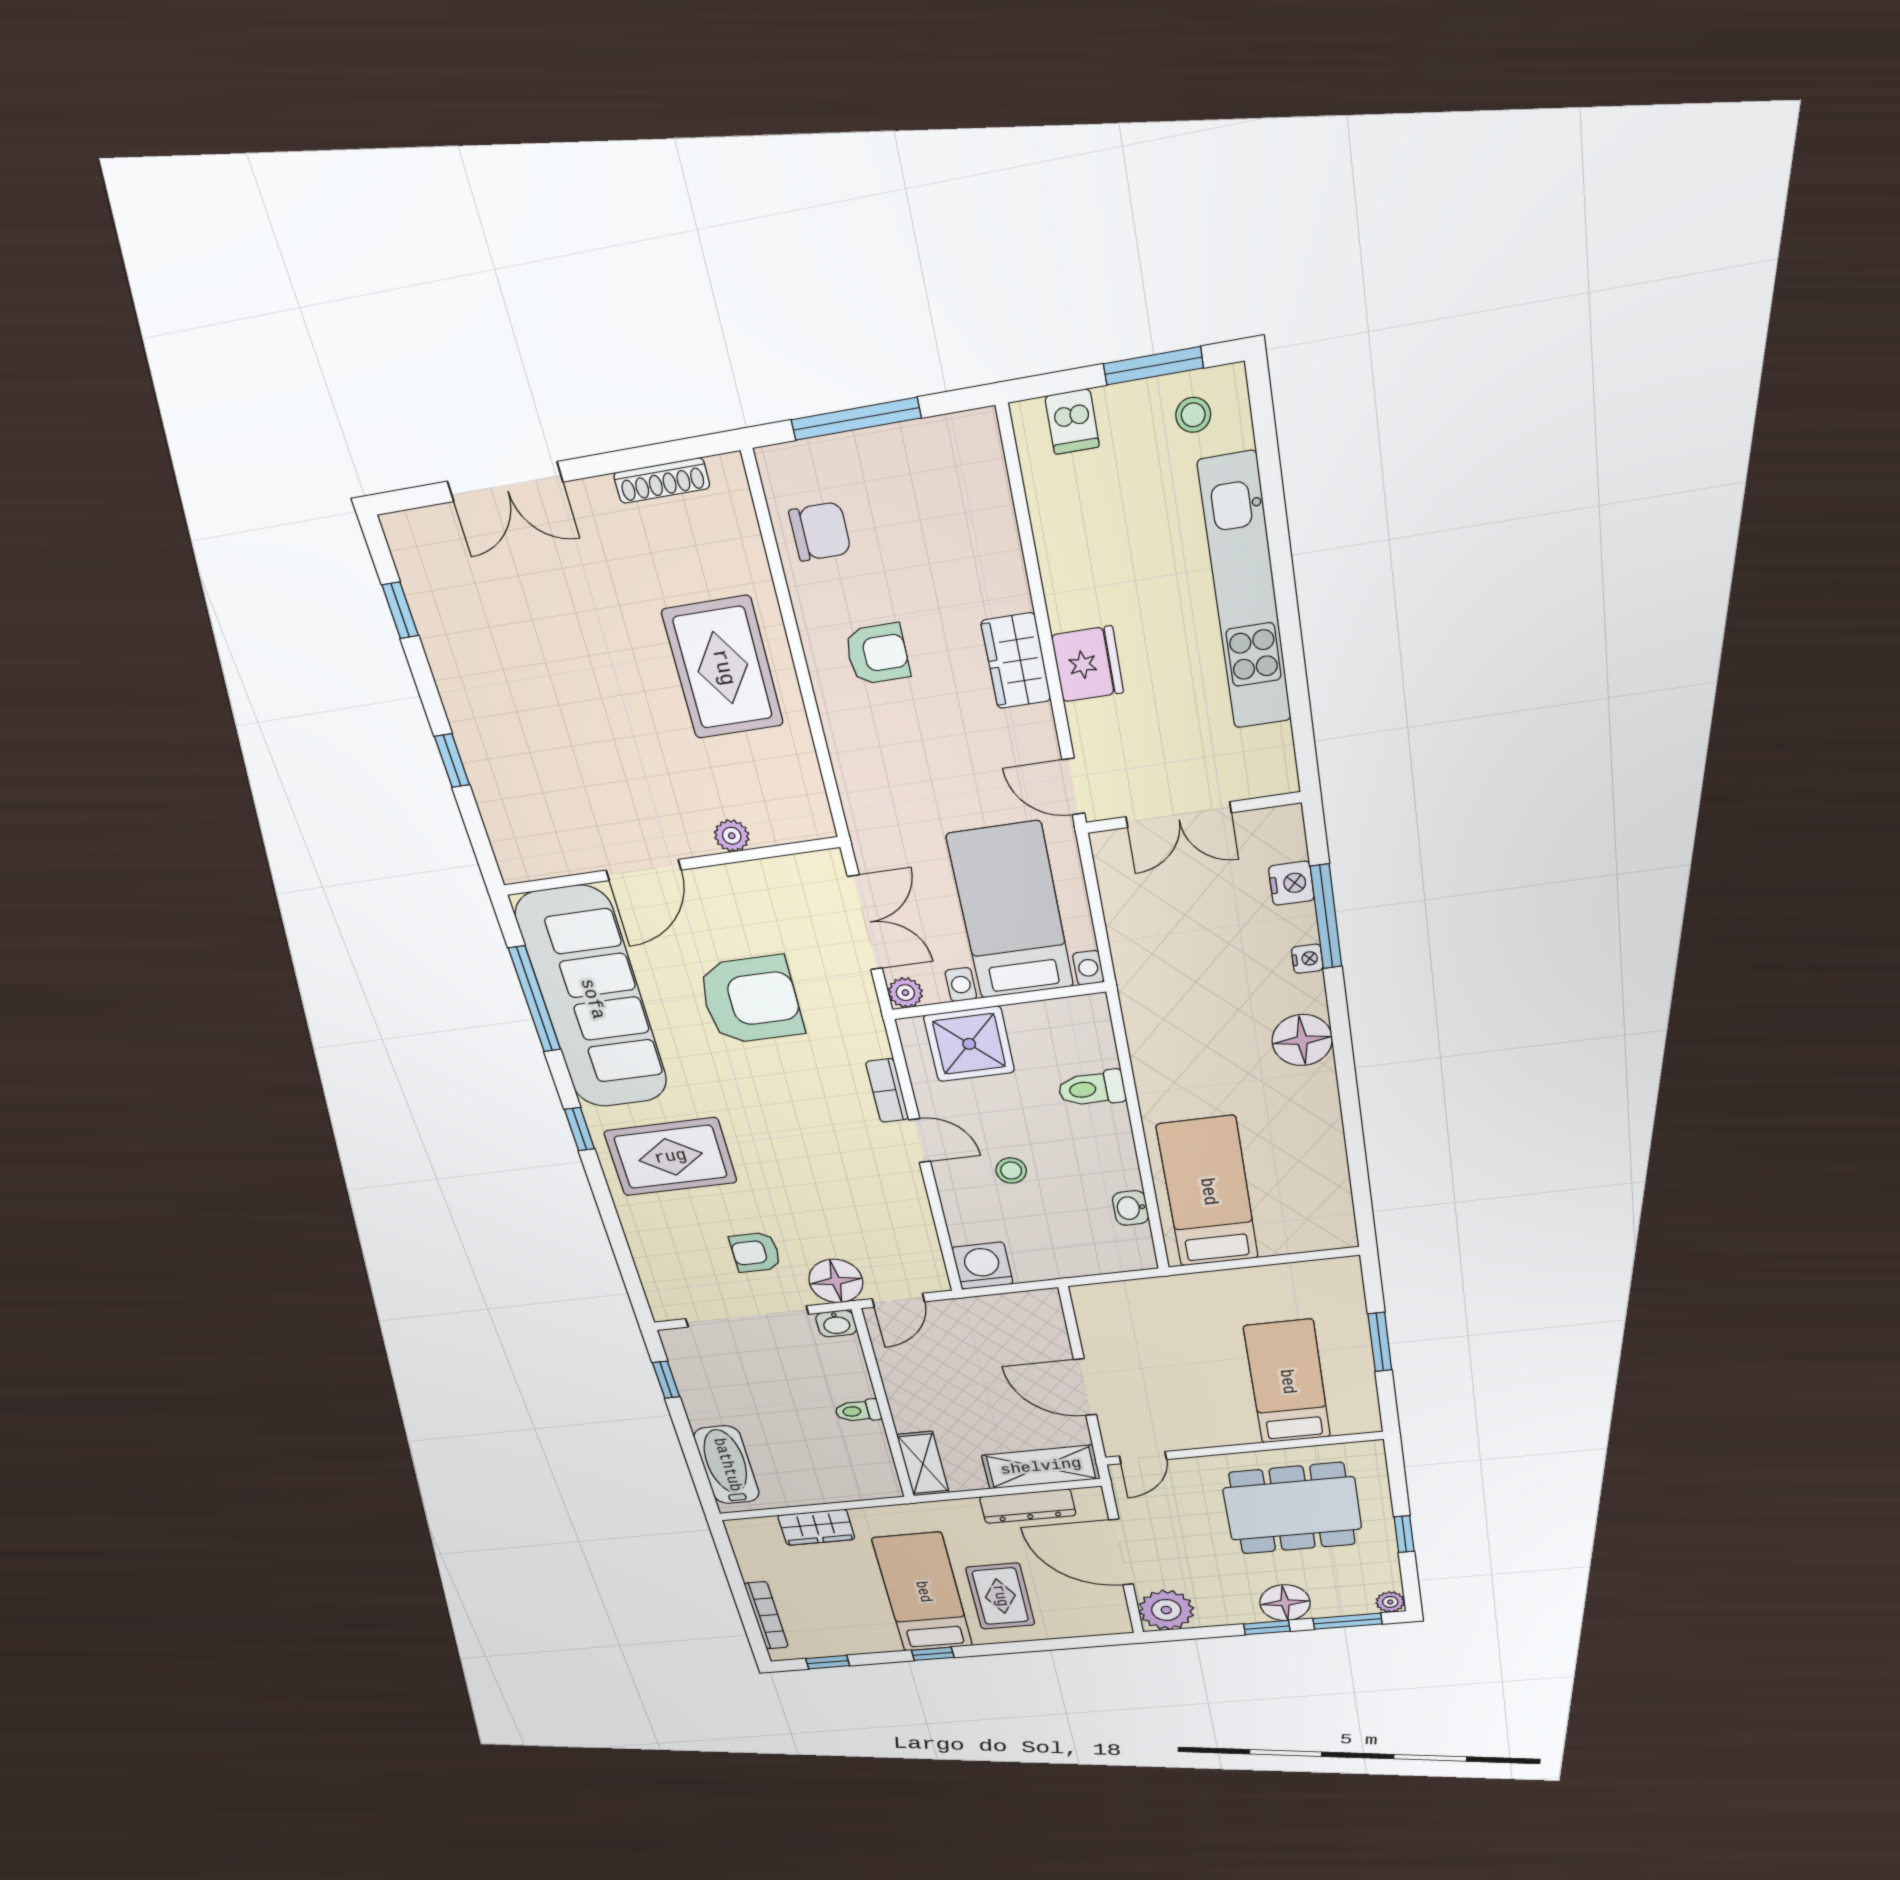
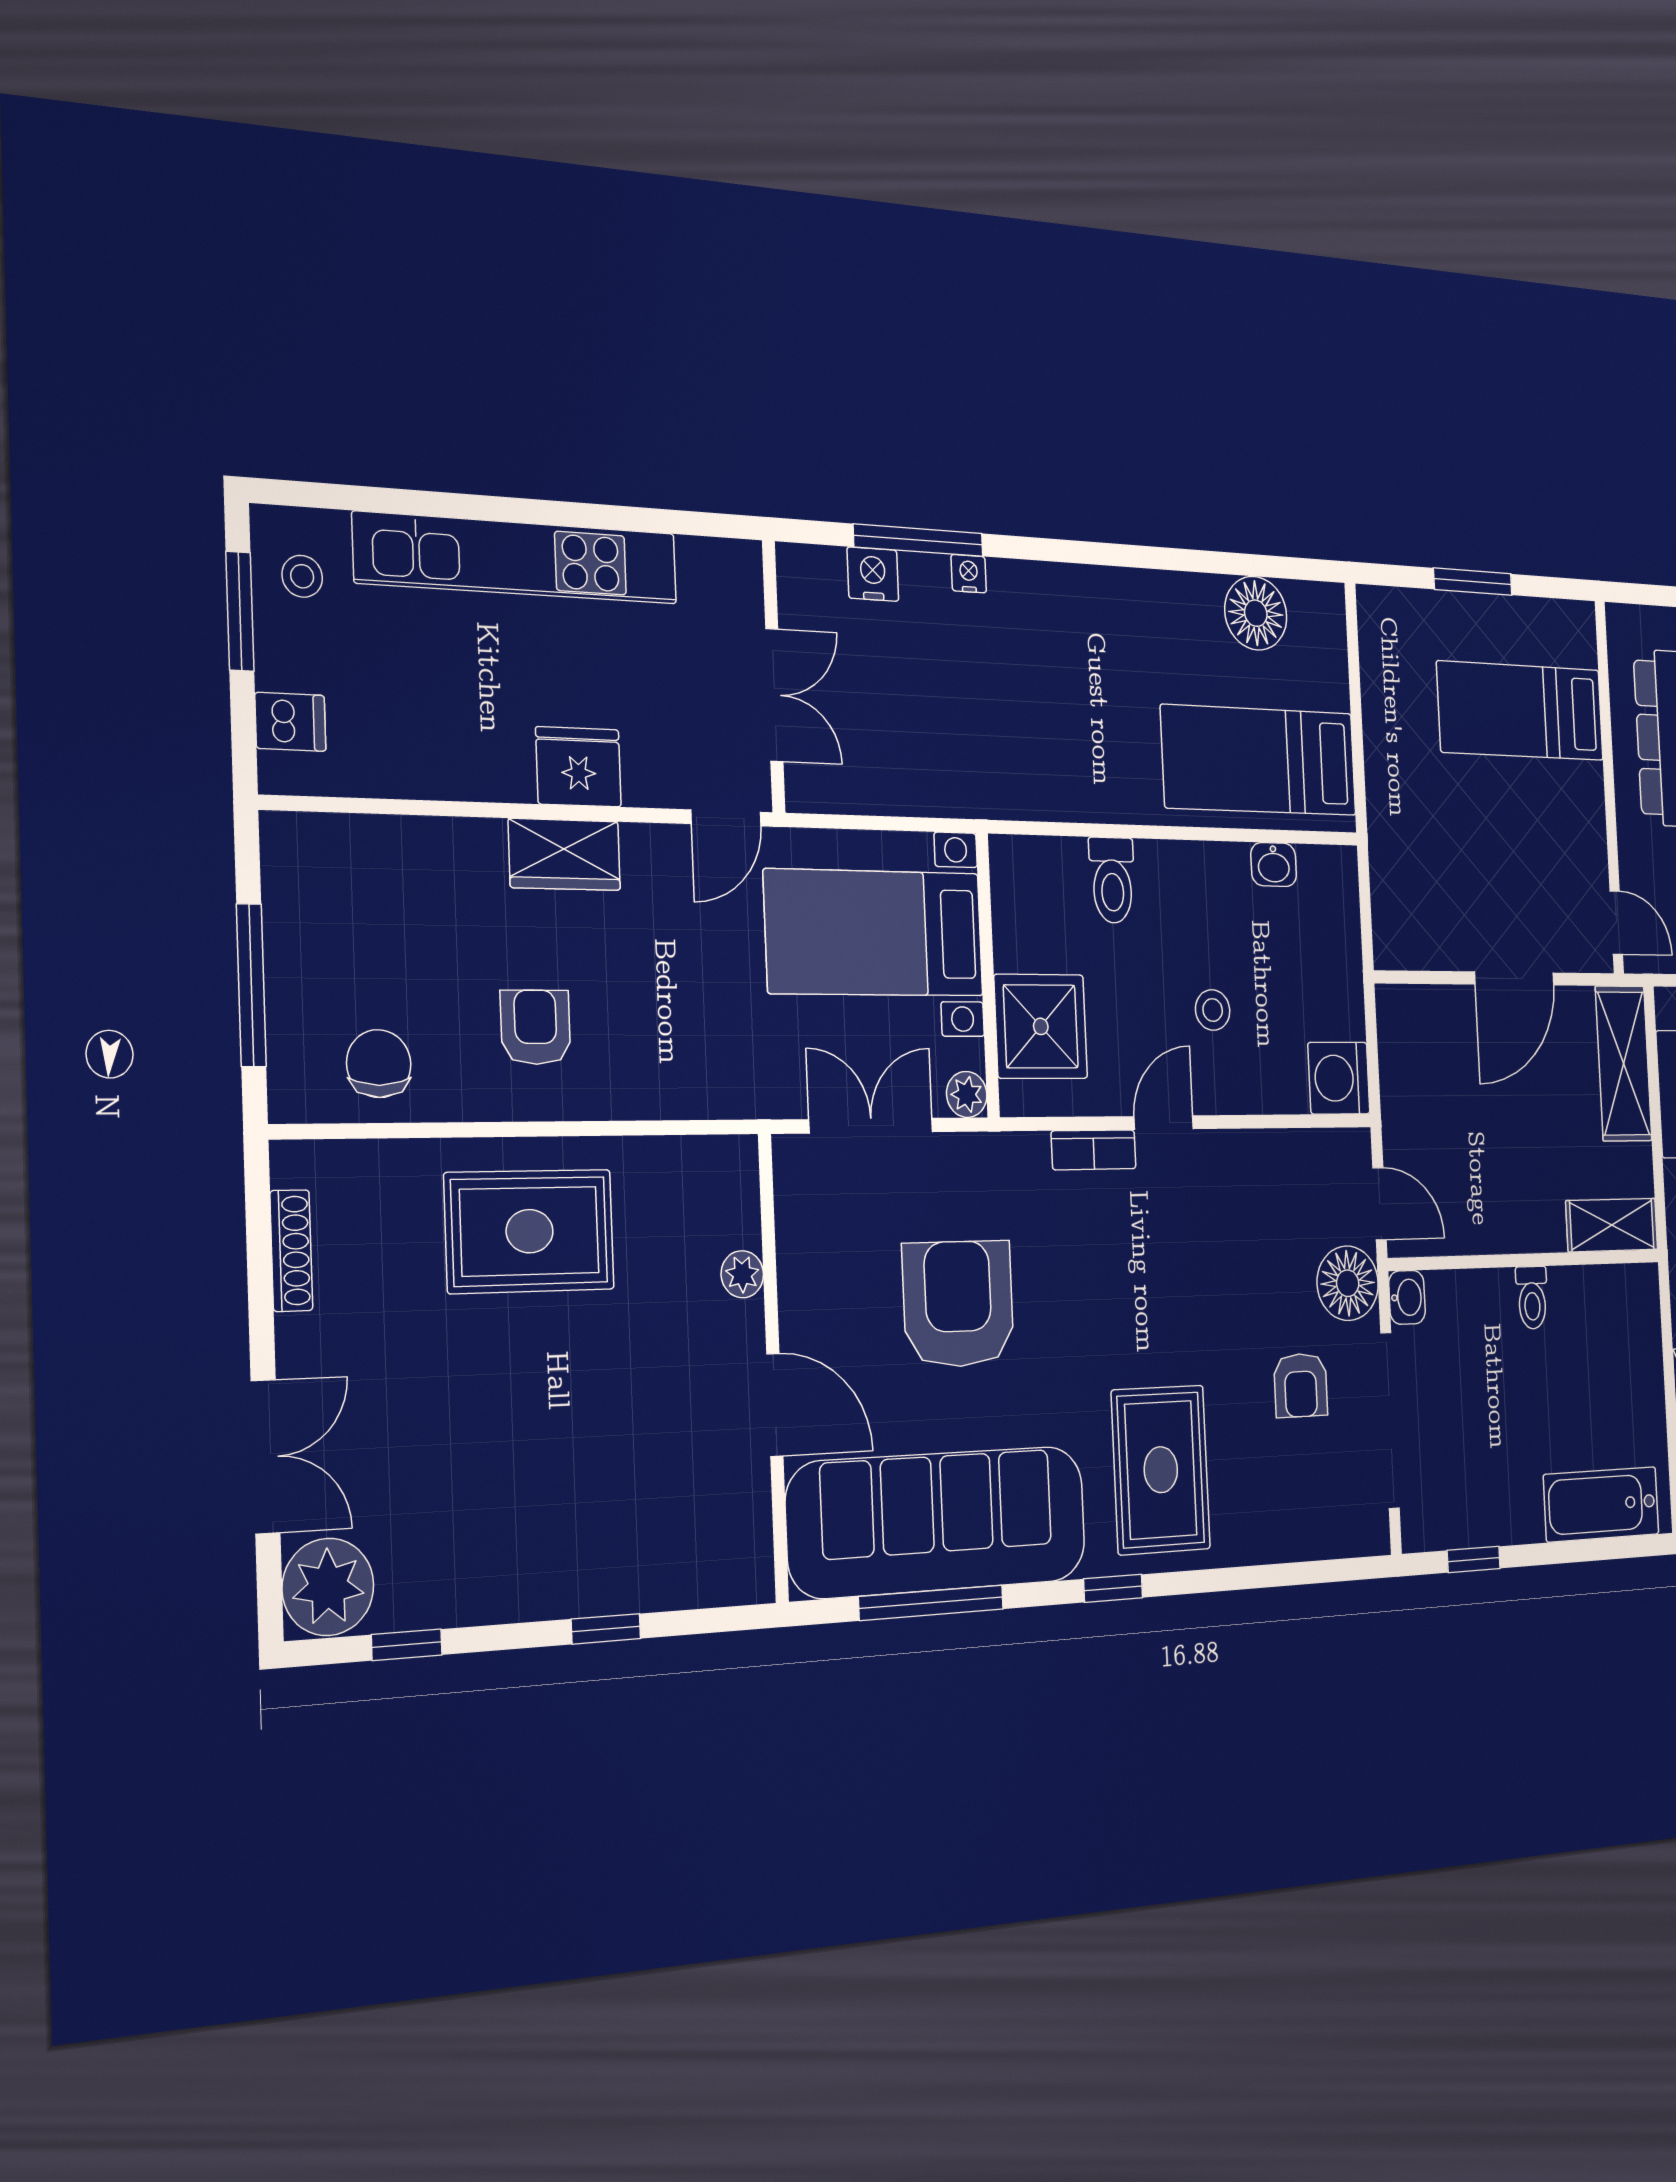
plant: (425, 544) -> (328, 1587), added
floor lamp: (1302, 1040) -> (1256, 613), moved

